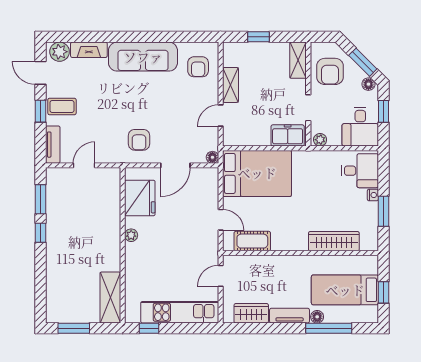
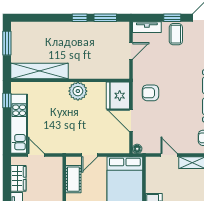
door: (84, 165) -> (131, 51), hinge flipped
fridge: (140, 198) -> (118, 96), moved, turned 90
plant: (131, 235) -> (78, 91), width x1.88, depth x1.88
door: (221, 276) -> (36, 155), moved
shelving: (110, 298) -> (39, 71), width x1.47

